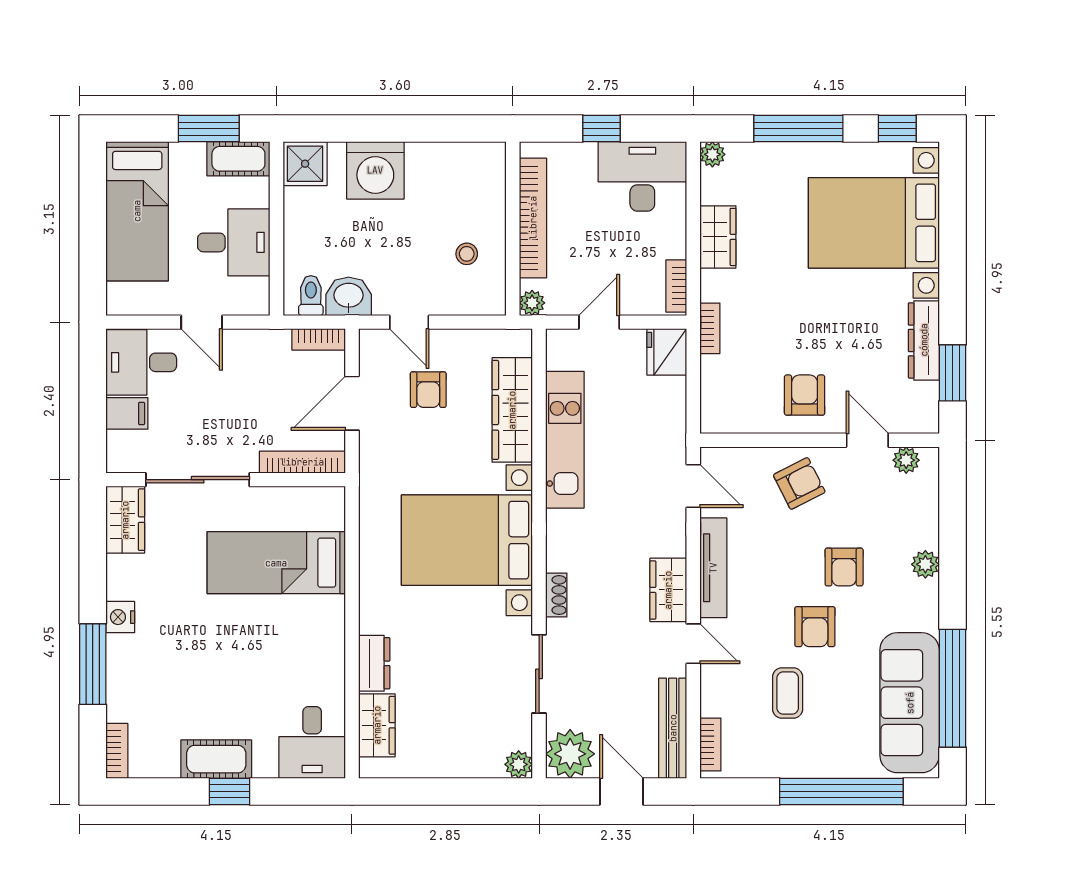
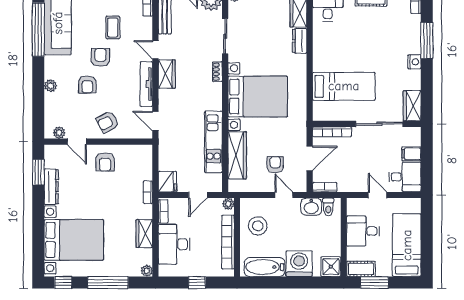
bathtub: (452, 163) -> (265, 267), added
desk: (642, 176) -> (174, 244), moved, turned 90
stool: (467, 254) -> (258, 226), width x1.89, depth x1.89
armchair: (844, 567) -> (87, 84), turned 180

